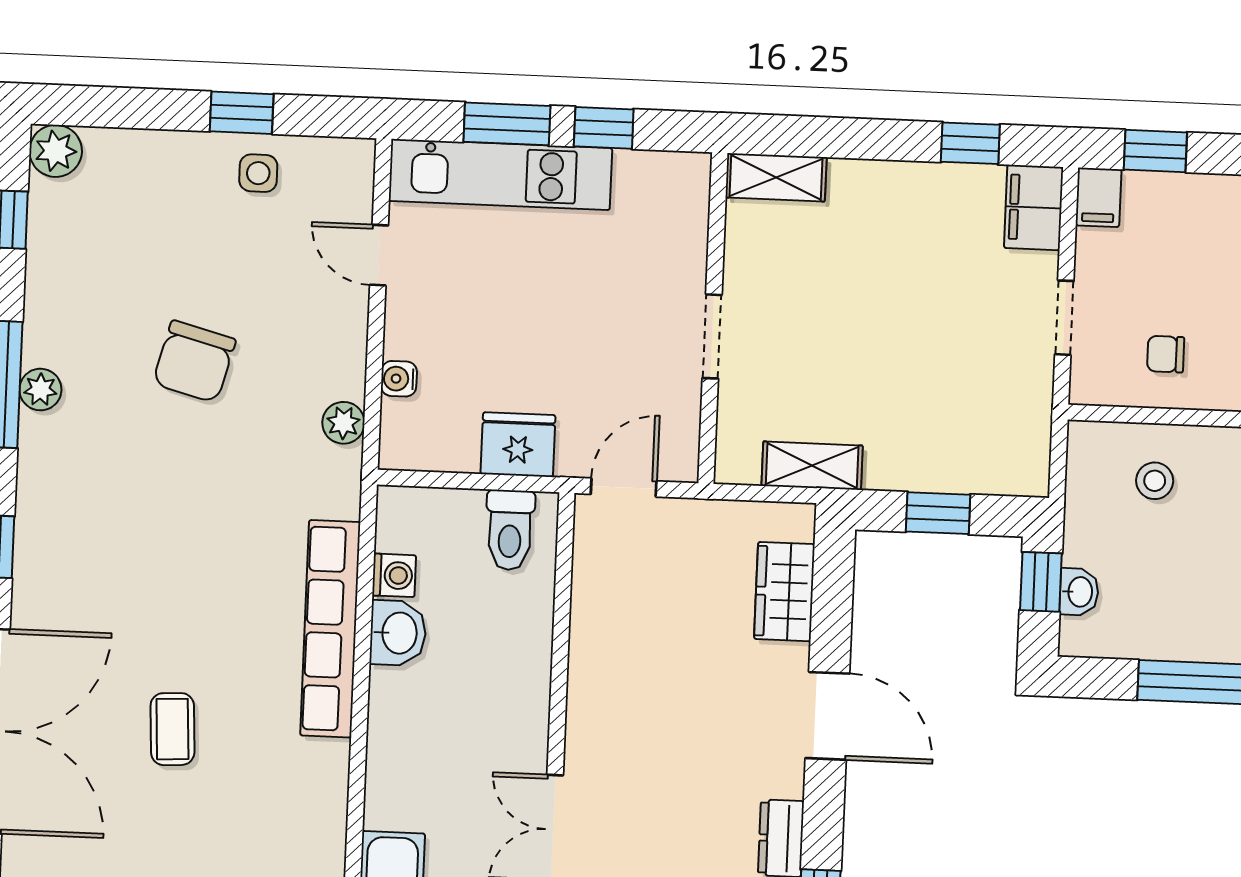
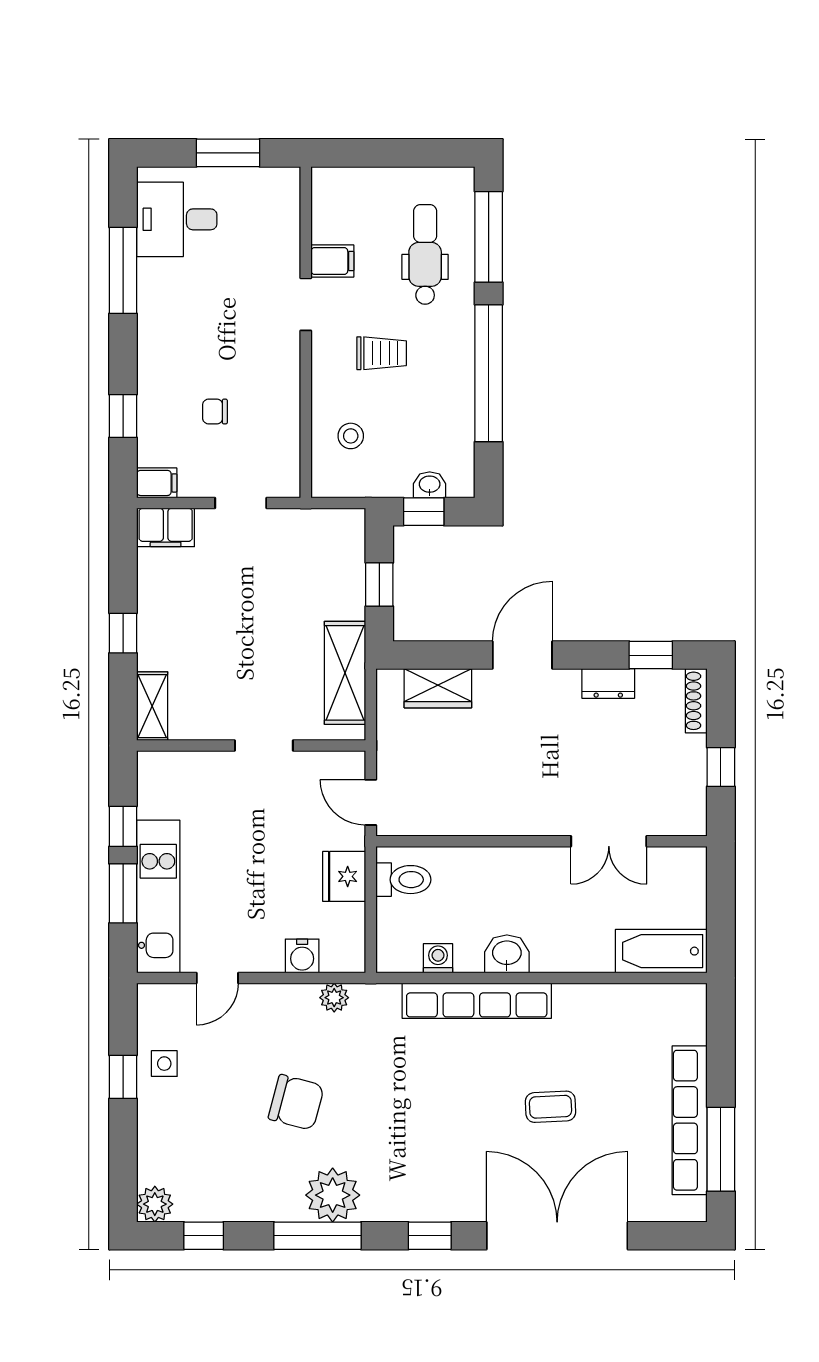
window: (970, 143) -> (123, 633), moved
window: (1155, 151) -> (123, 416), moved
chair: (1166, 354) -> (215, 412), moved, turned 90
water cooler: (399, 379) -> (302, 956), width x1.38, depth x1.38
plant: (40, 390) -> (333, 1195), width x1.88, depth x1.88
shelving: (812, 466) -> (345, 673), width x1.50, depth x1.33
washbasin: (398, 633) -> (507, 954), moved

